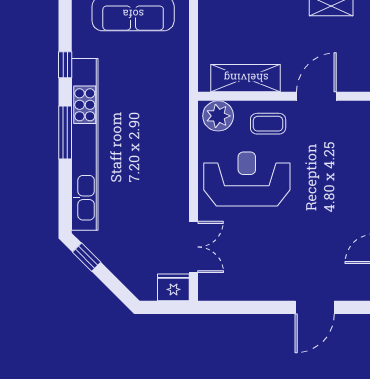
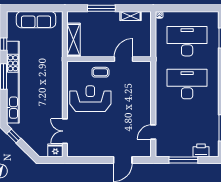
shelving: (246, 78) -> (74, 40), moved, turned 90
plant: (218, 116) -> (77, 69), removed
double door: (194, 247) -> (65, 131), swing flipped

